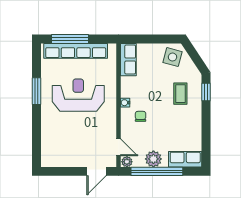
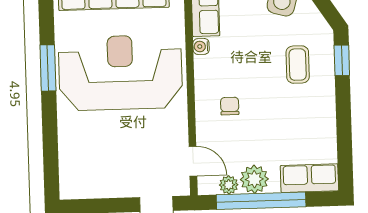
reception desk: (78, 95) -> (120, 73), width x1.36, depth x1.30
water cooler: (125, 103) -> (201, 46), moved
plant: (127, 162) -> (229, 185), moved

